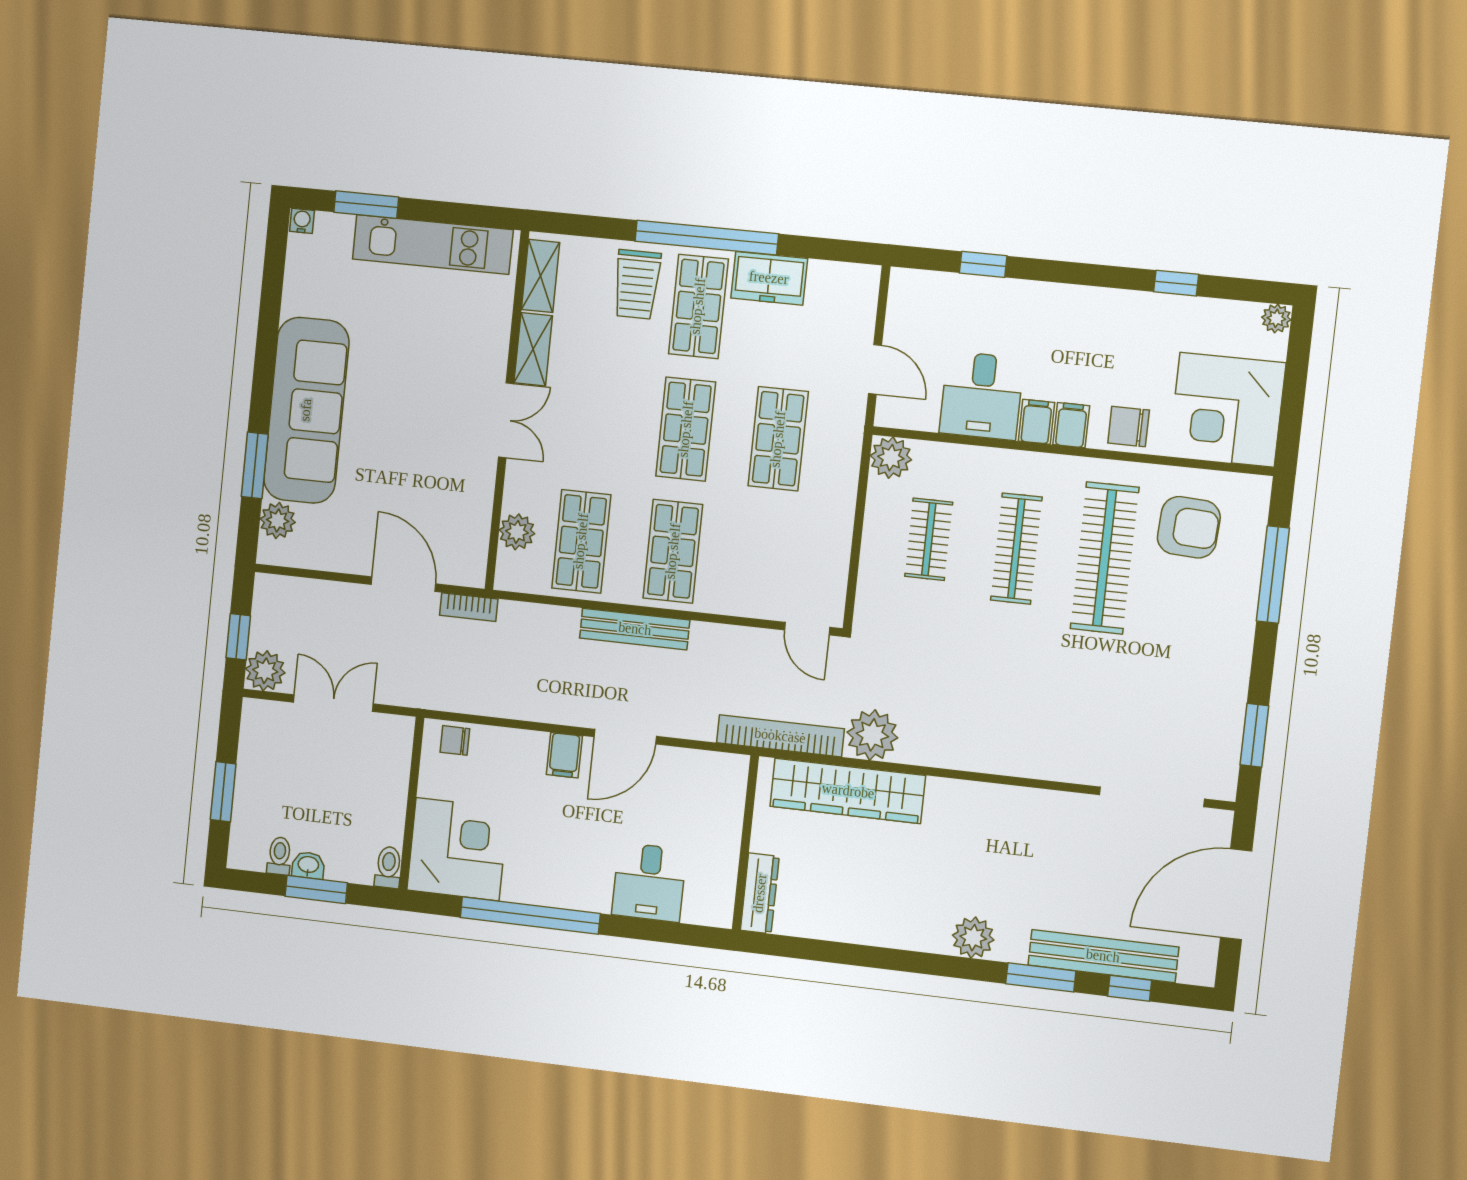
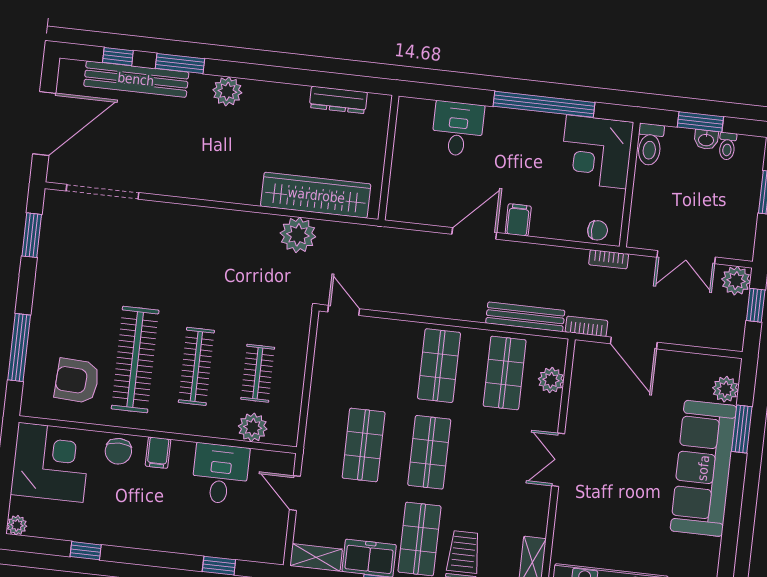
shelving: (533, 349) -> (316, 557), moved, turned 90
filing cabinet: (1037, 422) -> (182, 455), removed
chair: (1129, 427) -> (118, 451), turned 90
plant: (891, 458) -> (253, 427), moved
bench: (635, 629) -> (525, 317), moved
bookcase: (780, 736) -> (609, 259), moved, width x0.43, depth x0.76
toilet: (388, 867) -> (650, 145), width x1.37, depth x1.39
dresser: (760, 893) -> (338, 100), moved, turned -90

